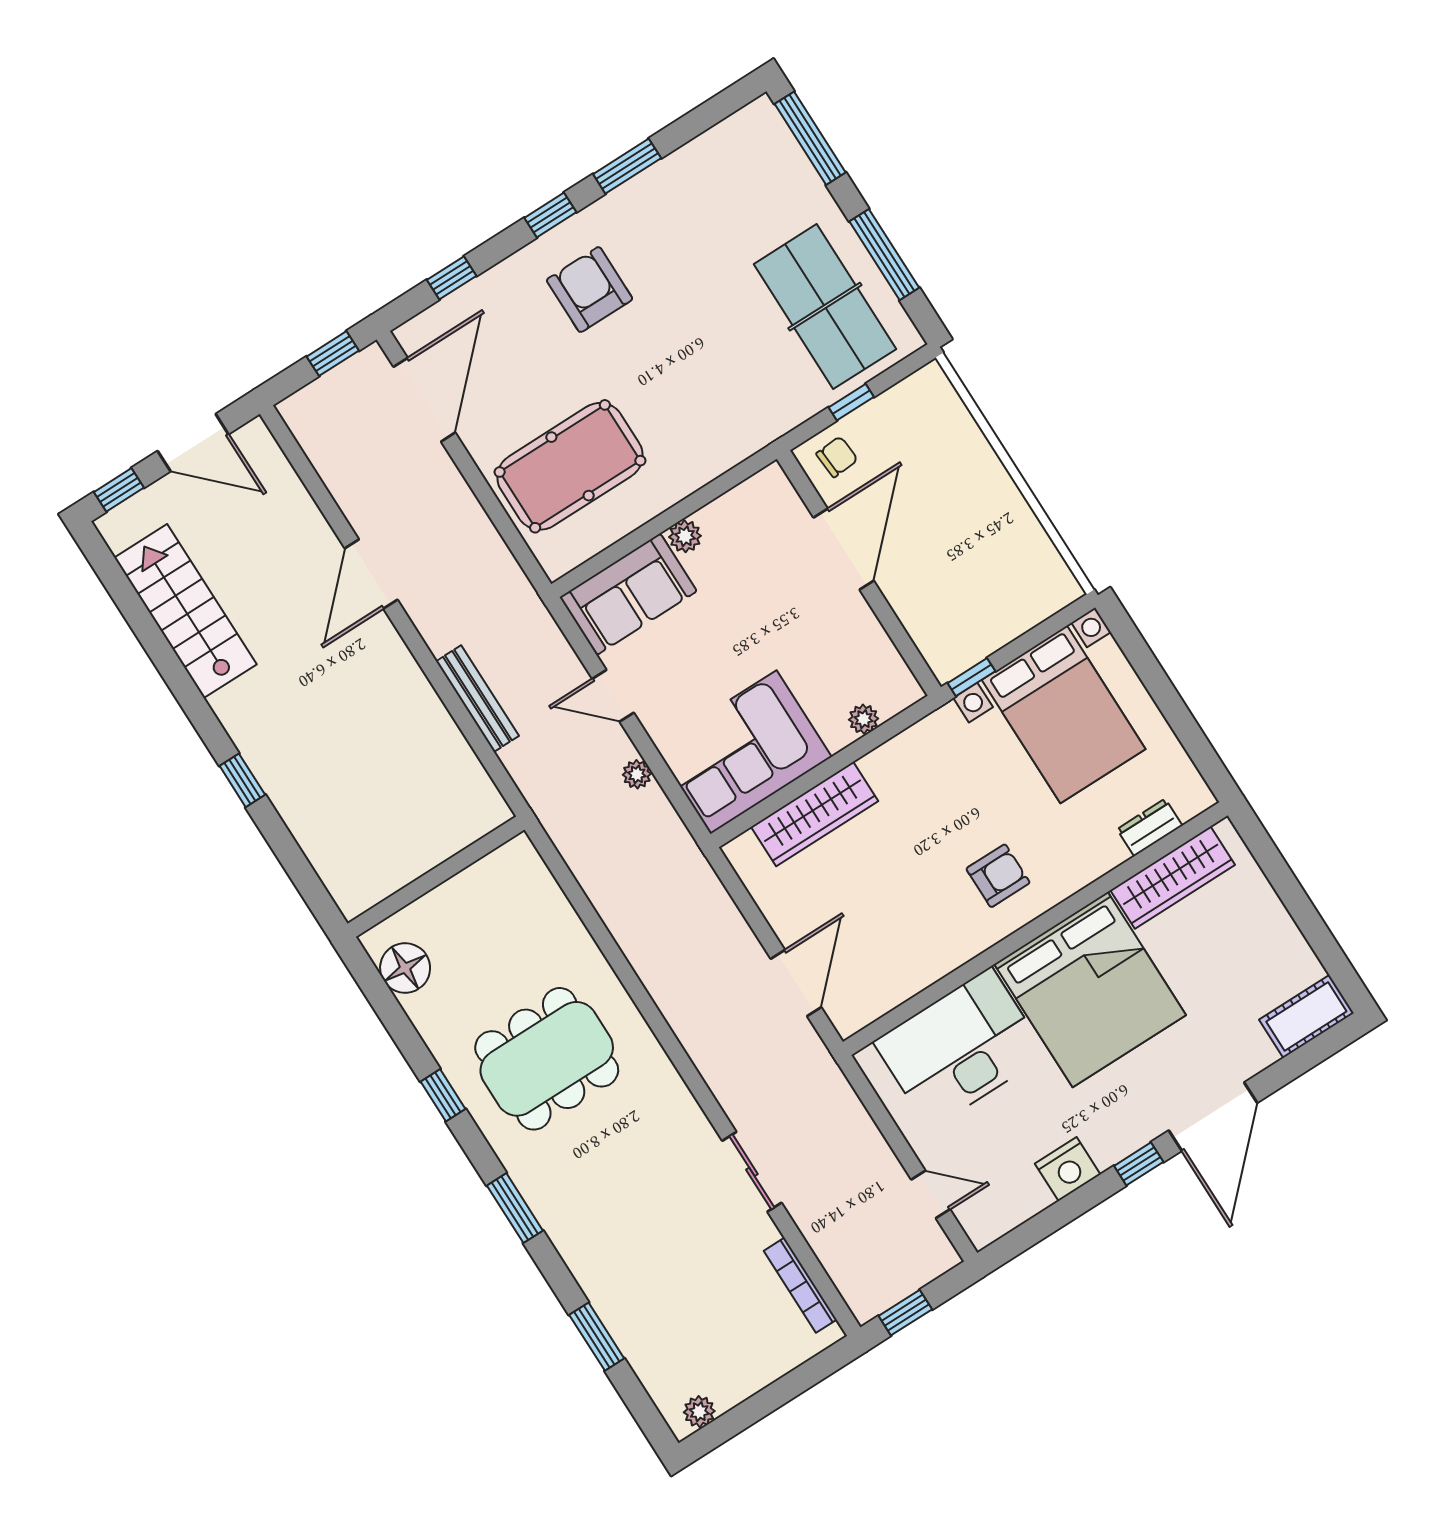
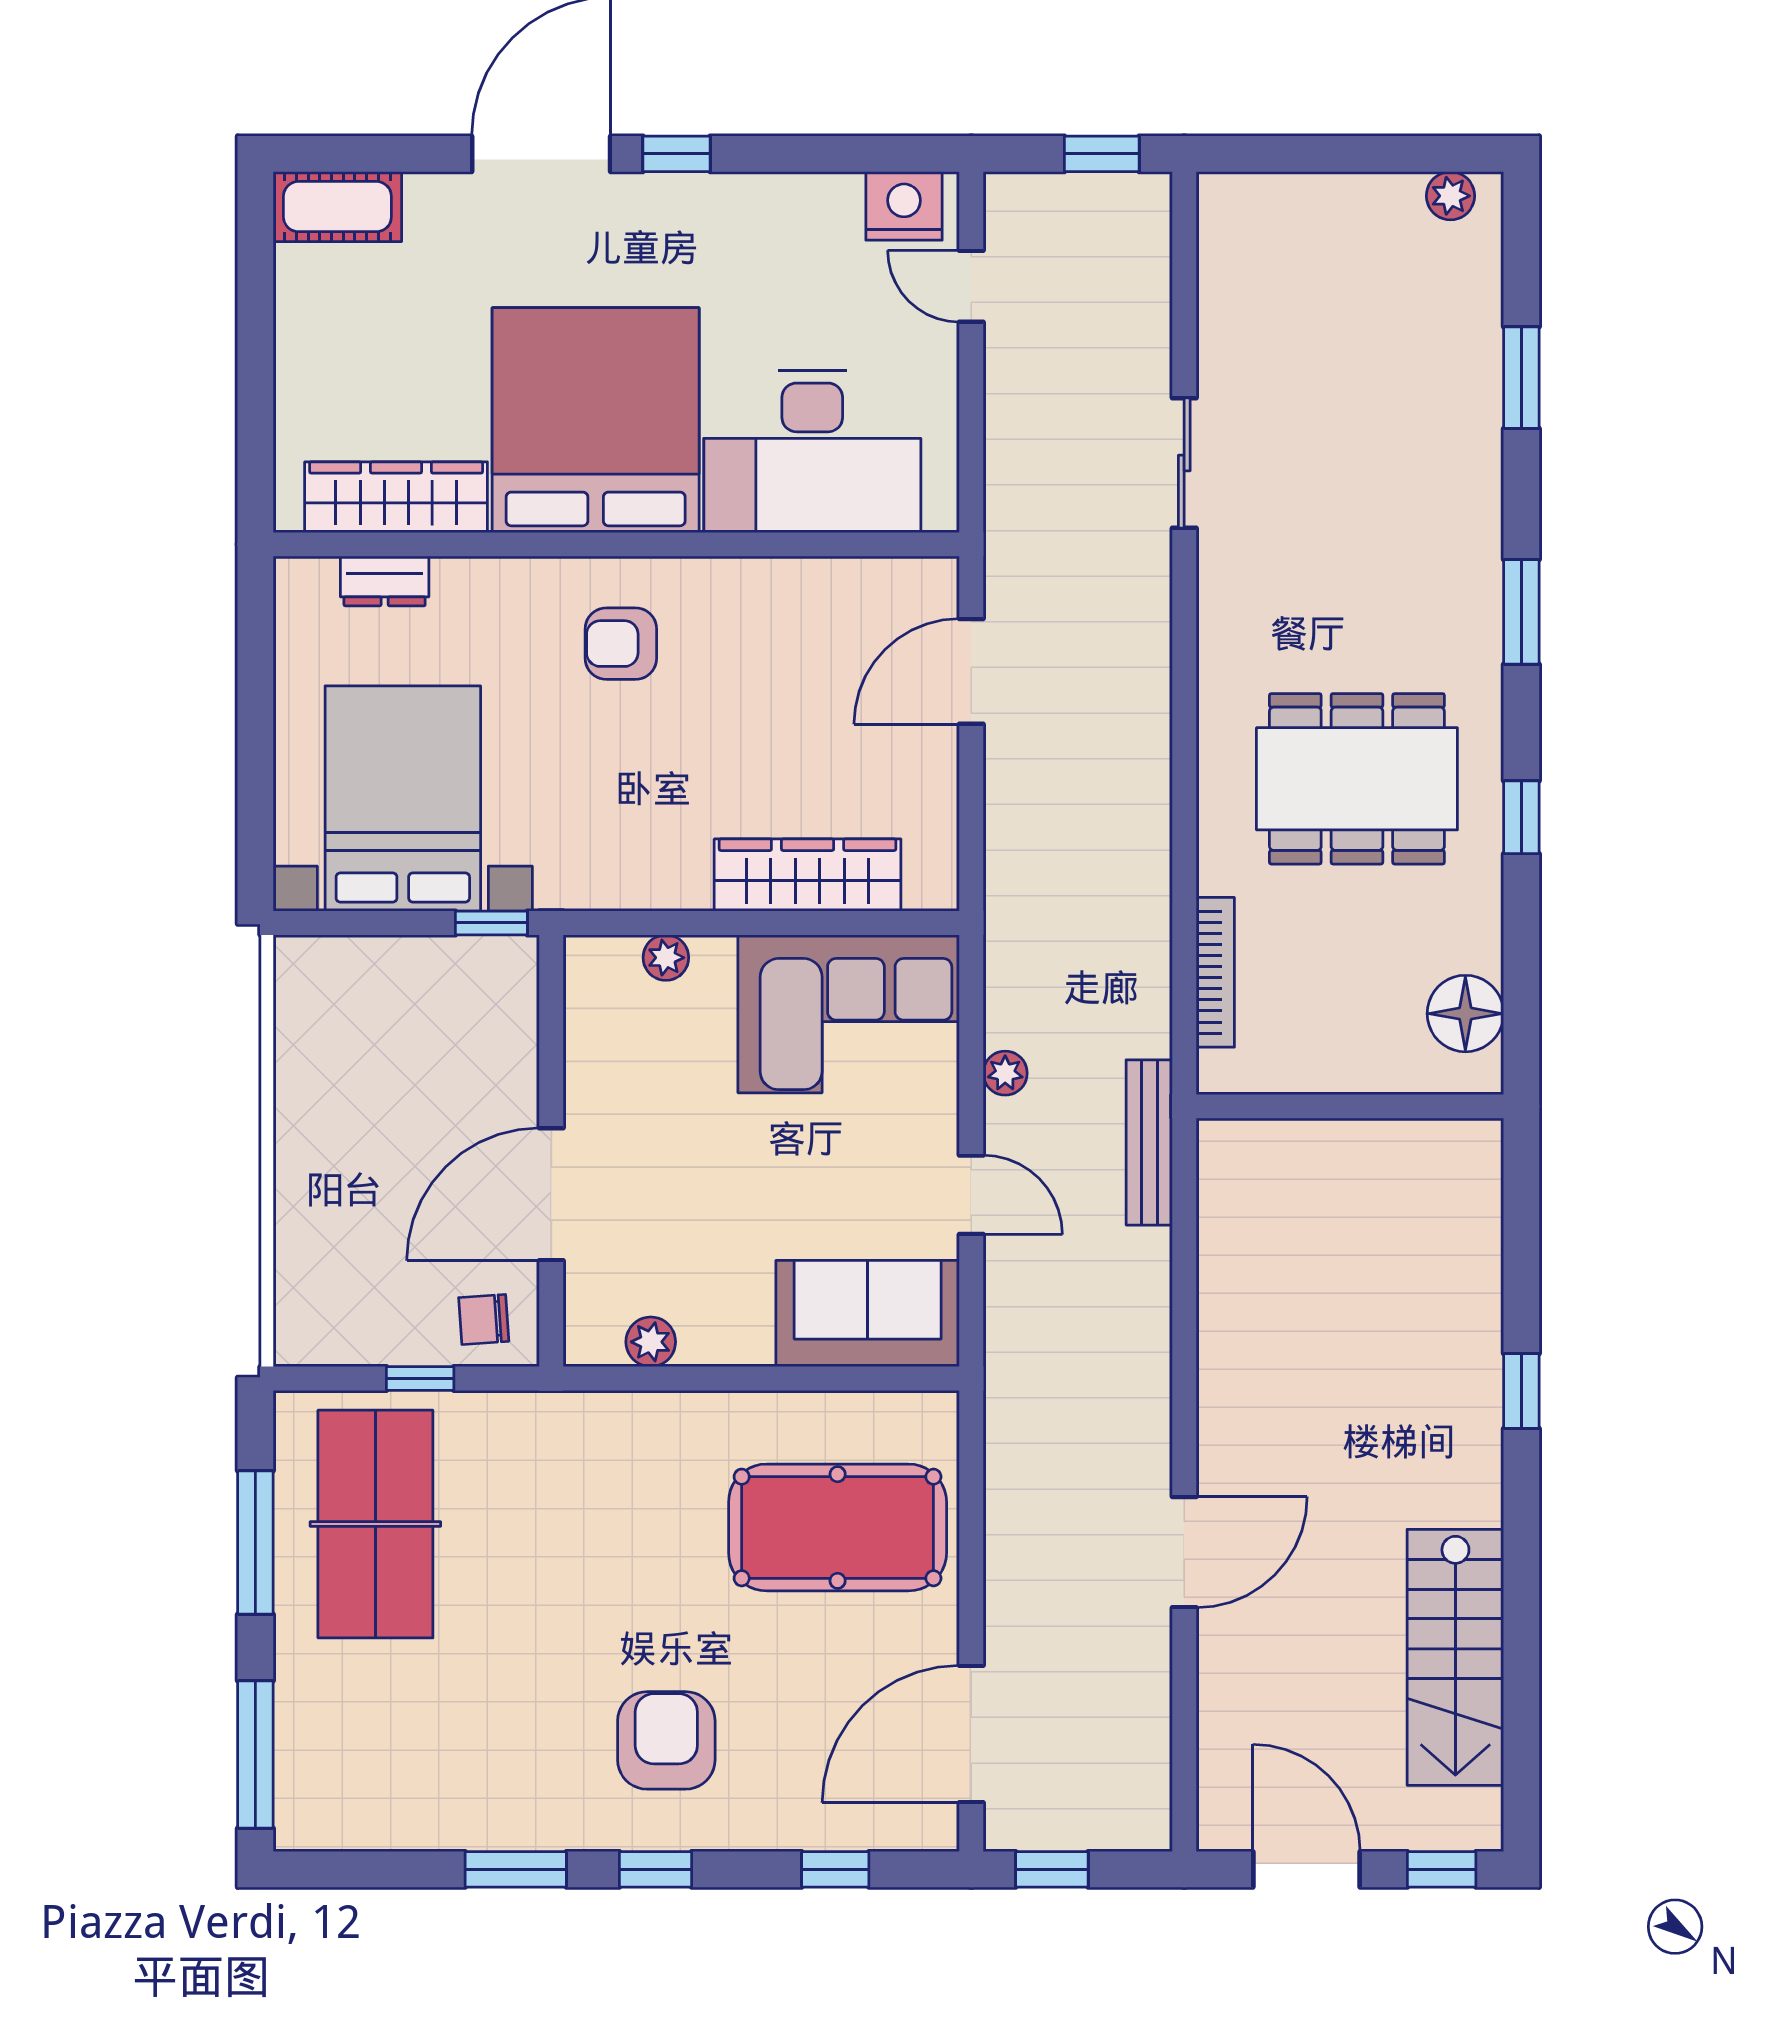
armchair: (590, 290) -> (666, 1740), turned 180
plant: (685, 536) -> (651, 1342), moved
bench: (477, 699) -> (1149, 1142), moved
nightstand: (1068, 1169) -> (904, 206), moved
bookcase: (800, 1285) -> (1215, 972), moved

